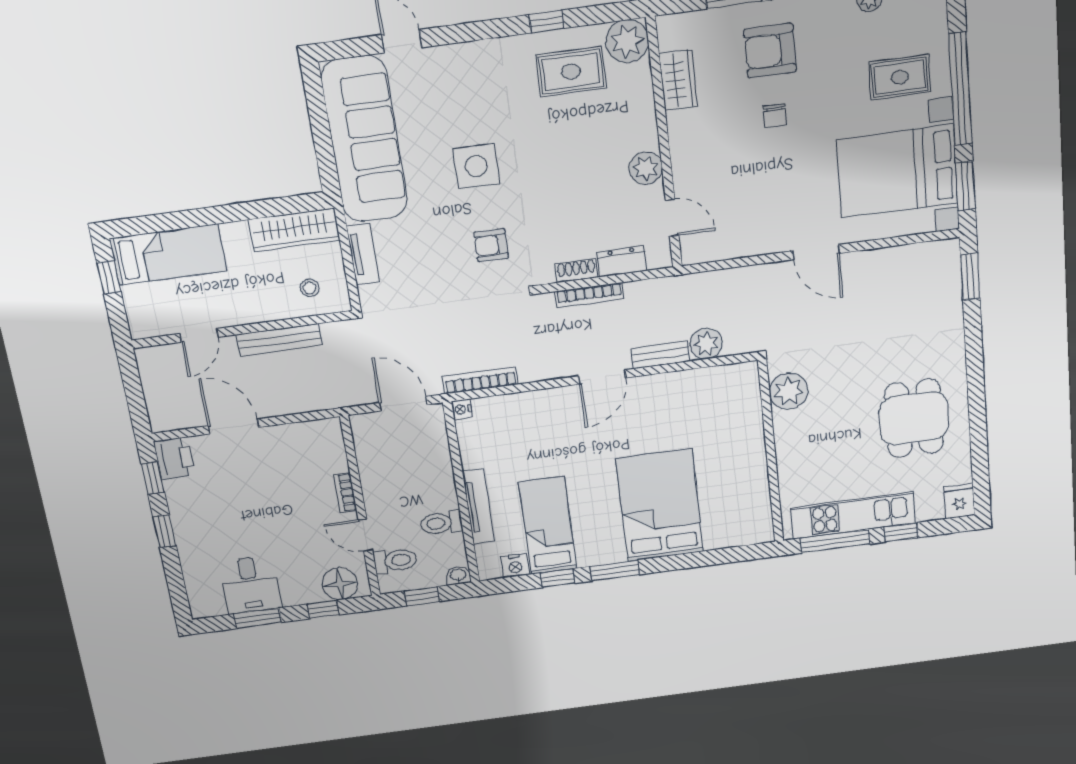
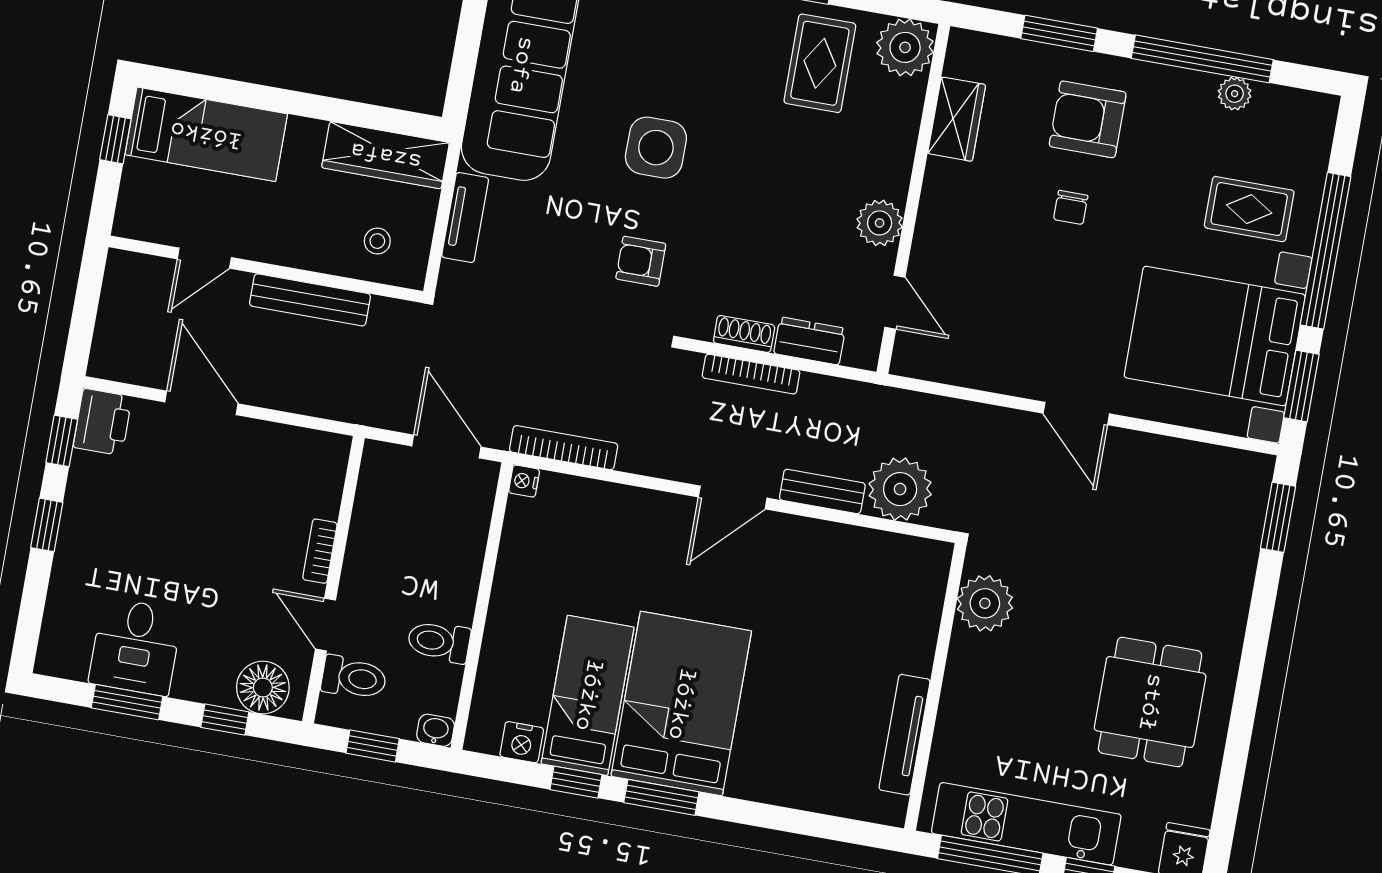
rug: (571, 72) -> (820, 63), turned 90
plant: (706, 344) -> (900, 489), width x1.36, depth x1.36
bed: (660, 505) -> (681, 704), moved
tv unit: (478, 506) -> (905, 735), moved, turned 180

